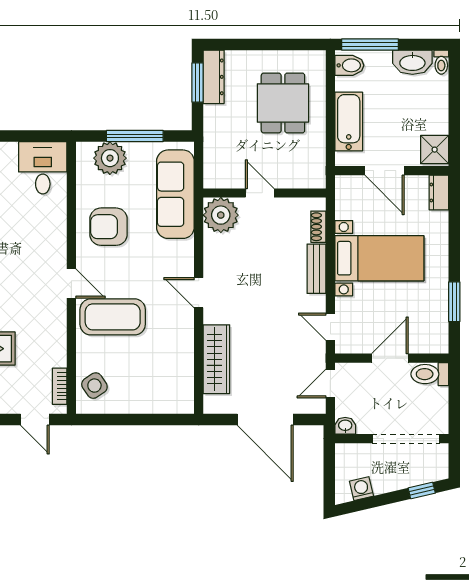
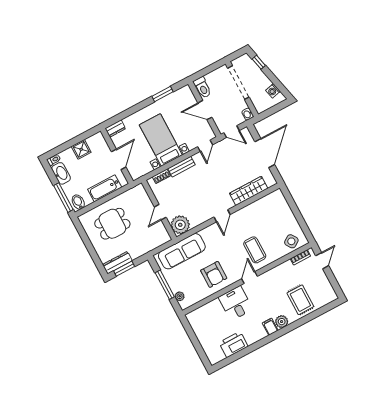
shower: (435, 150) -> (81, 149), moved
plant: (110, 158) -> (180, 296), width x0.53, depth x0.53
desk: (43, 168) -> (236, 303), moved, turned 90
coffee table: (113, 317) -> (255, 250), width x0.73, depth x0.76

